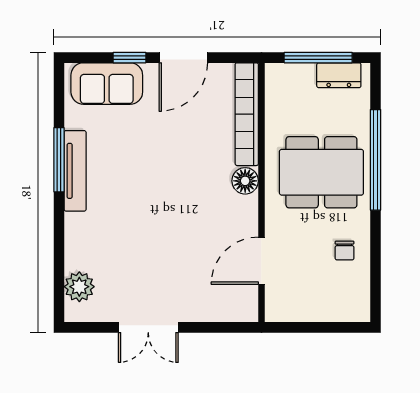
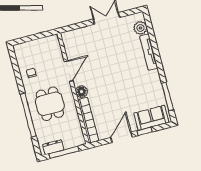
window: (59, 160) -> (168, 96), moved
tv unit: (75, 171) -> (149, 52), moved
dining table: (321, 172) -> (50, 104), width x0.73
door: (261, 261) -> (69, 71), moved

